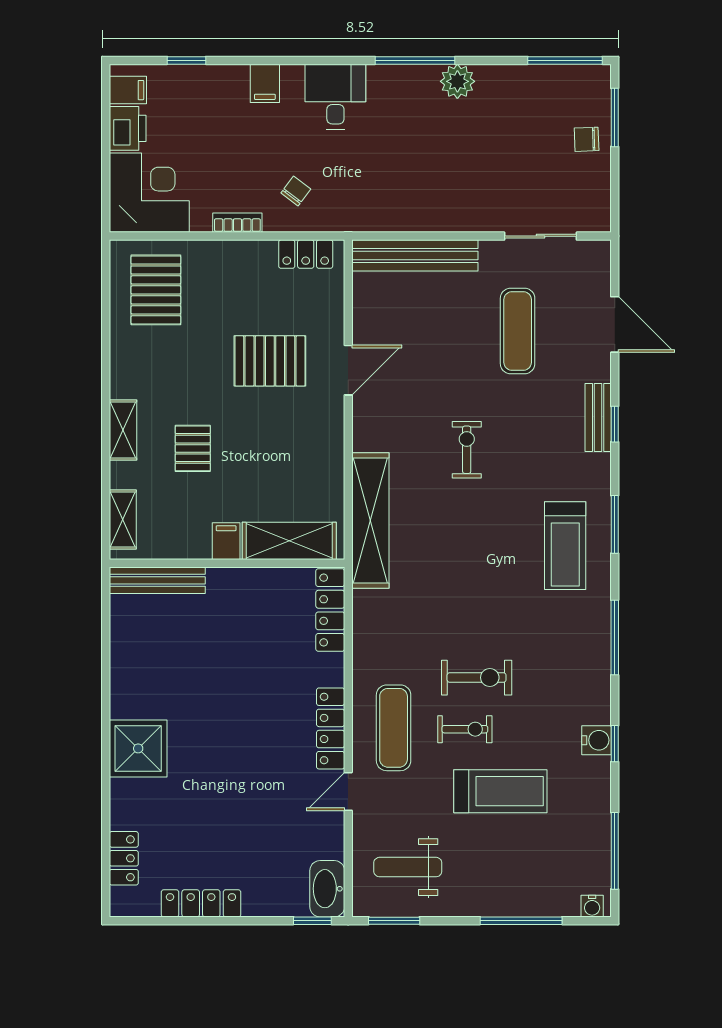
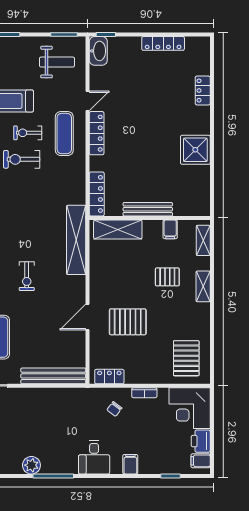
pallet: (193, 448) -> (167, 277), turned 90
filing cabinet: (226, 541) -> (170, 229), moved
bench: (157, 580) -> (148, 209), moved
shower: (138, 748) -> (195, 150), moved
locker: (124, 858) -> (203, 91), moved

